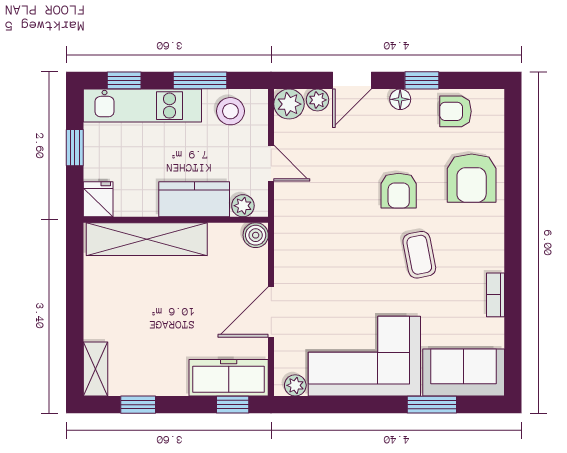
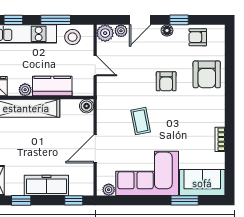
plant: (243, 206) -> (25, 90), moved
coffee table: (419, 255) -> (141, 121), moved
freezer: (229, 378) -> (46, 185), moved

